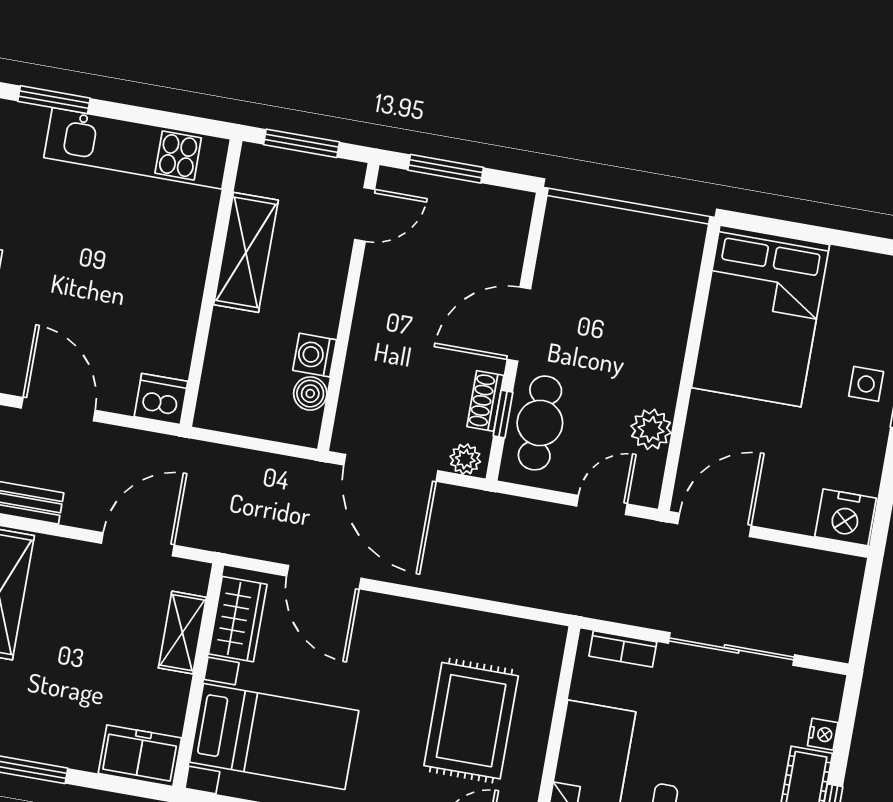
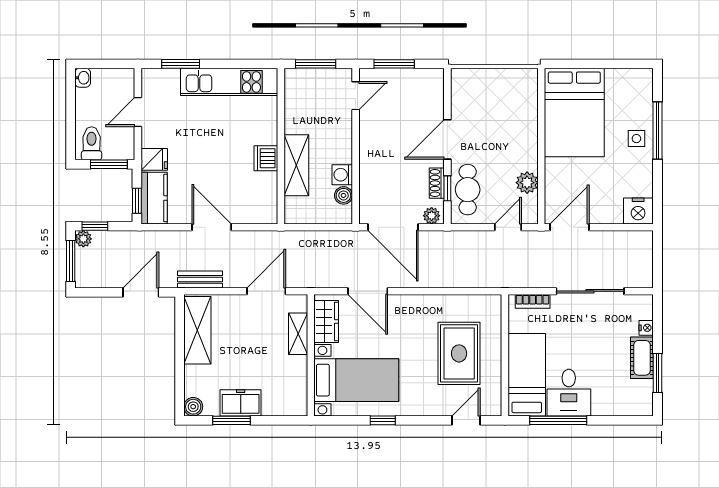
shelving: (246, 252) -> (296, 165), moved
dishwasher: (161, 399) -> (266, 158), moved, turned -90
freezer: (140, 756) -> (241, 403), moved

